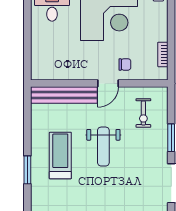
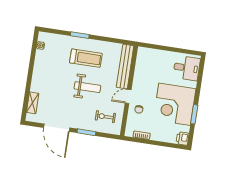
door: (108, 83) -> (128, 96), hinge flipped
weight bench: (103, 147) -> (87, 87), turned 180

